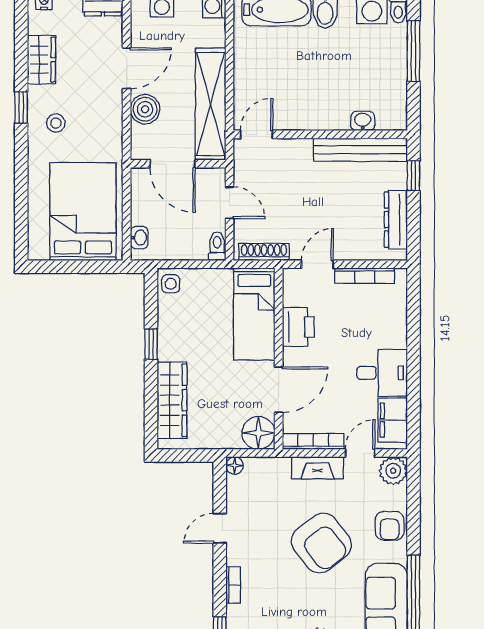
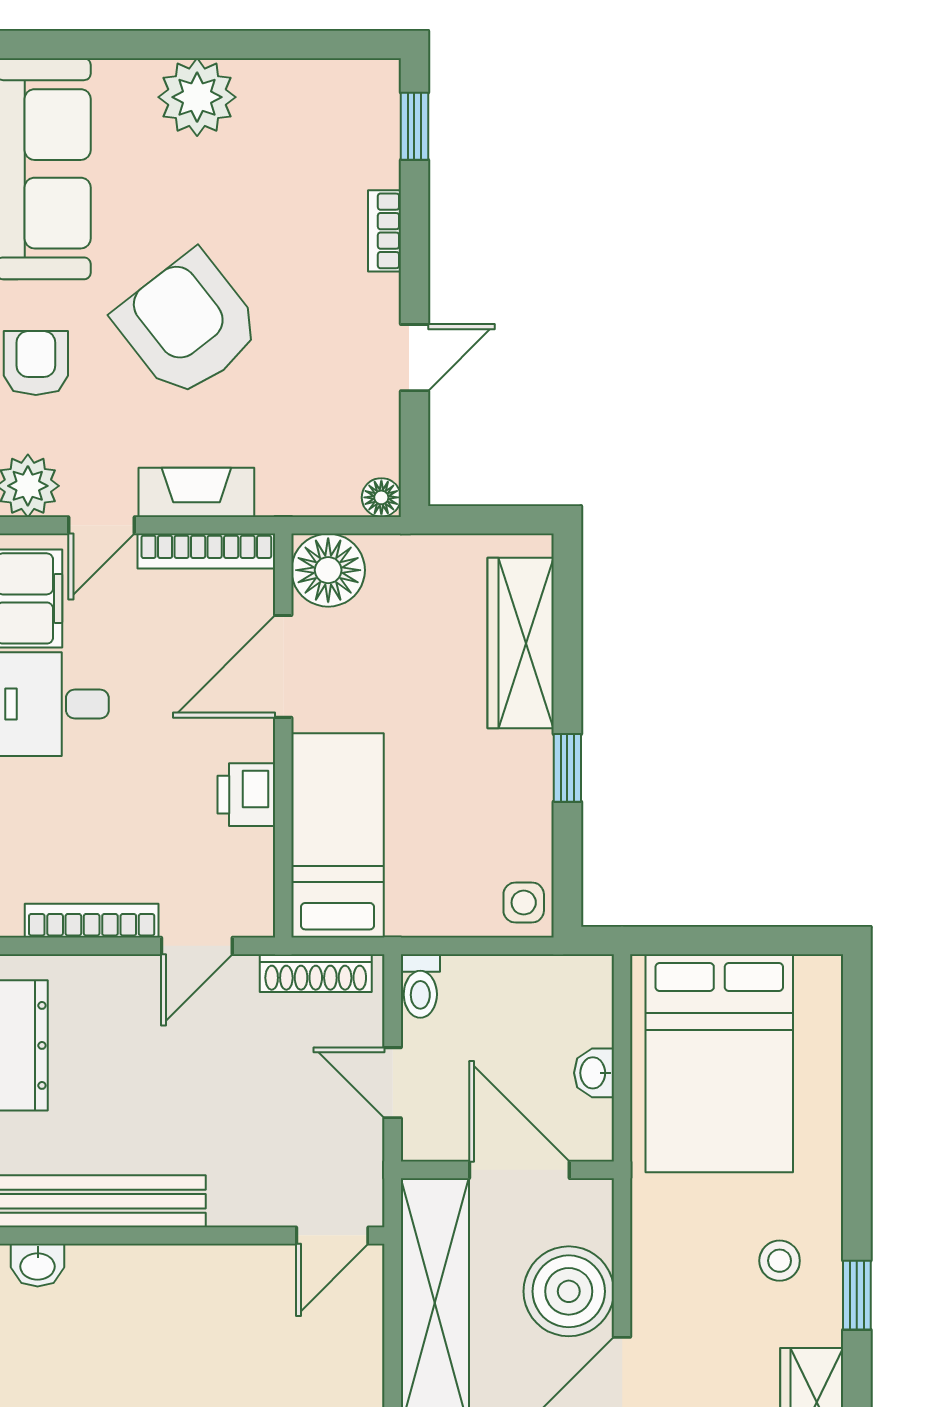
boiler: (145, 109) -> (569, 1291), width x1.37, depth x1.37
washbasin: (363, 121) -> (38, 1265), moved
washbasin: (139, 238) -> (594, 1073), moved
printer: (298, 327) -> (246, 795), width x0.73, depth x0.81

